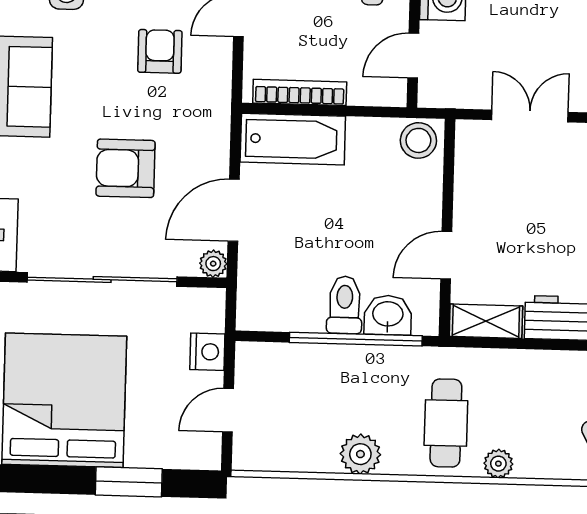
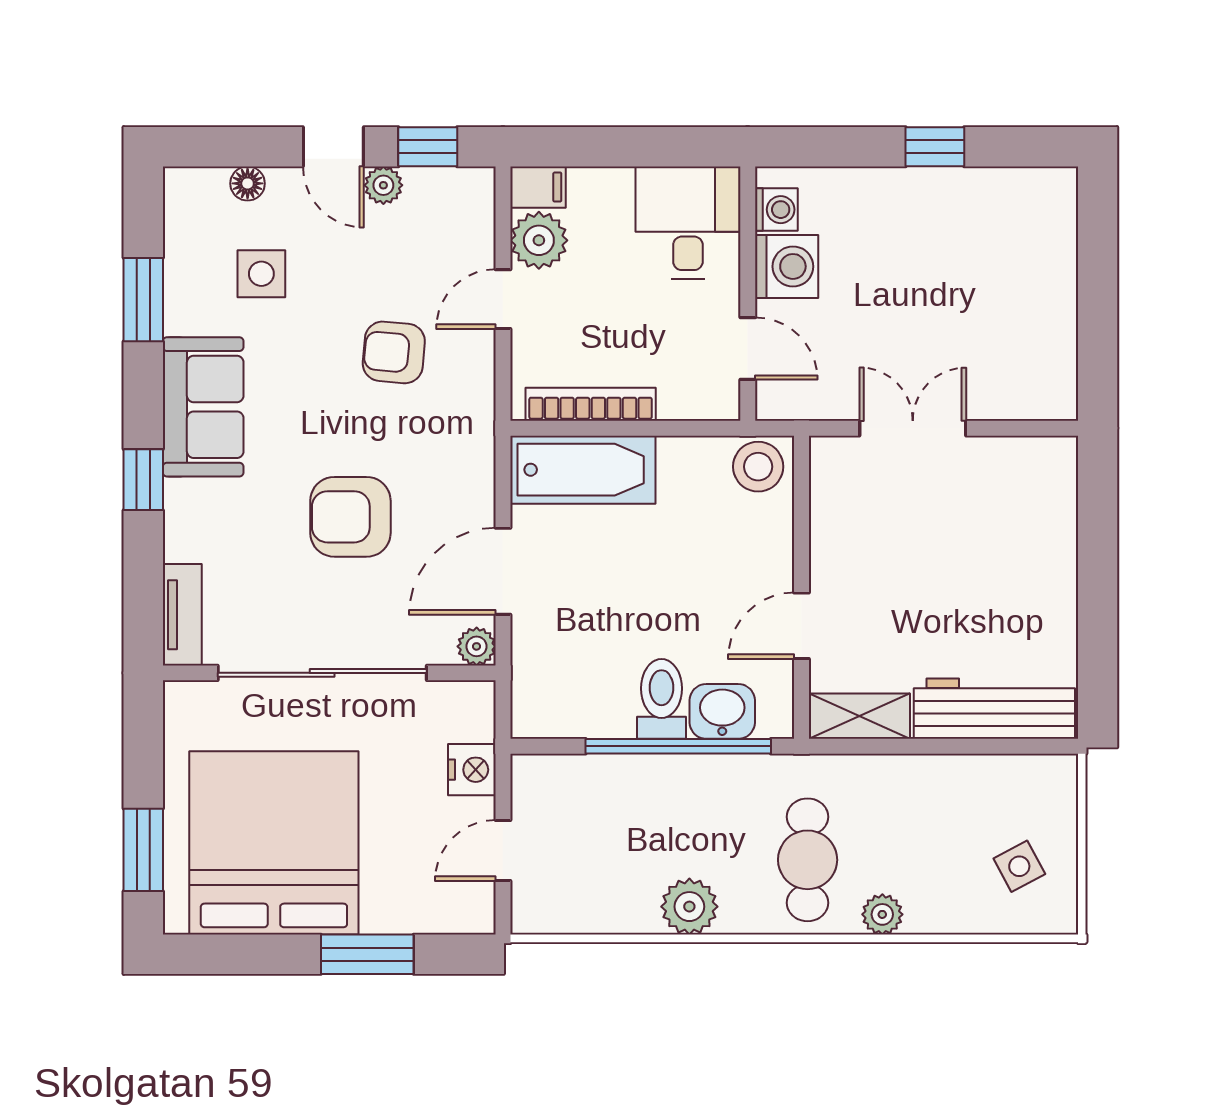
armchair: (160, 51) -> (394, 352), turned -85
door: (413, 56) -> (748, 348), swing flipped

